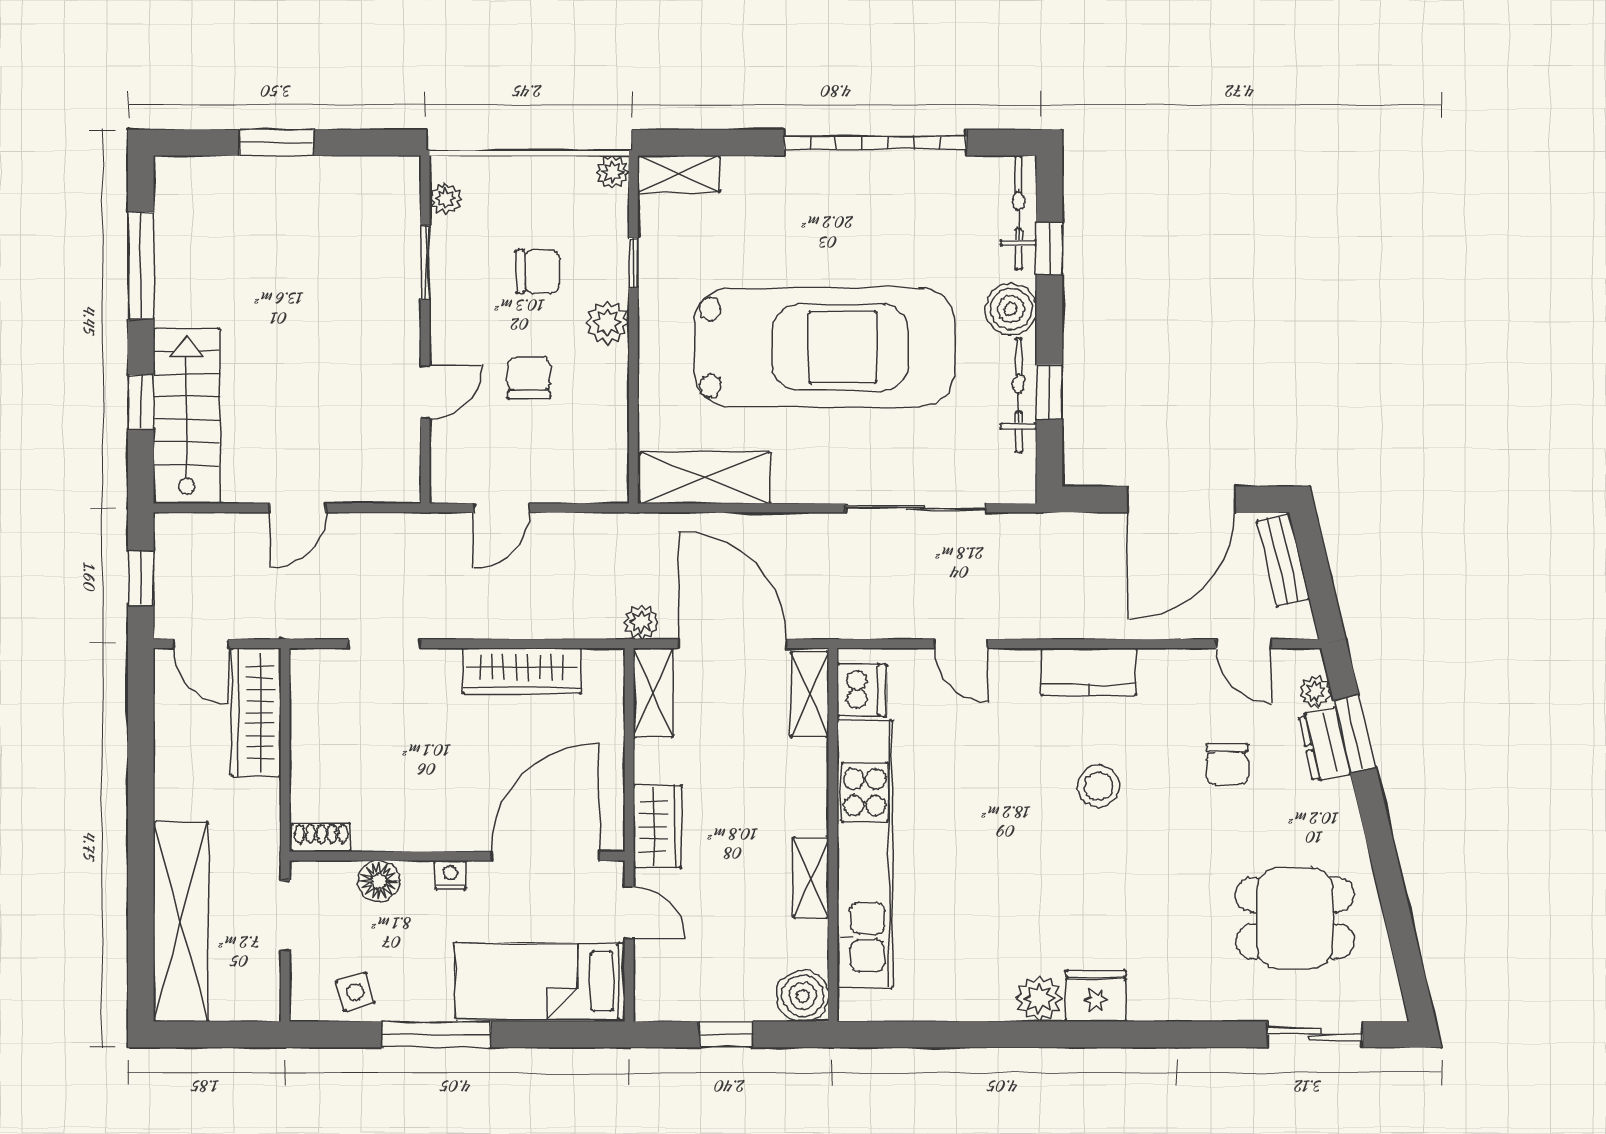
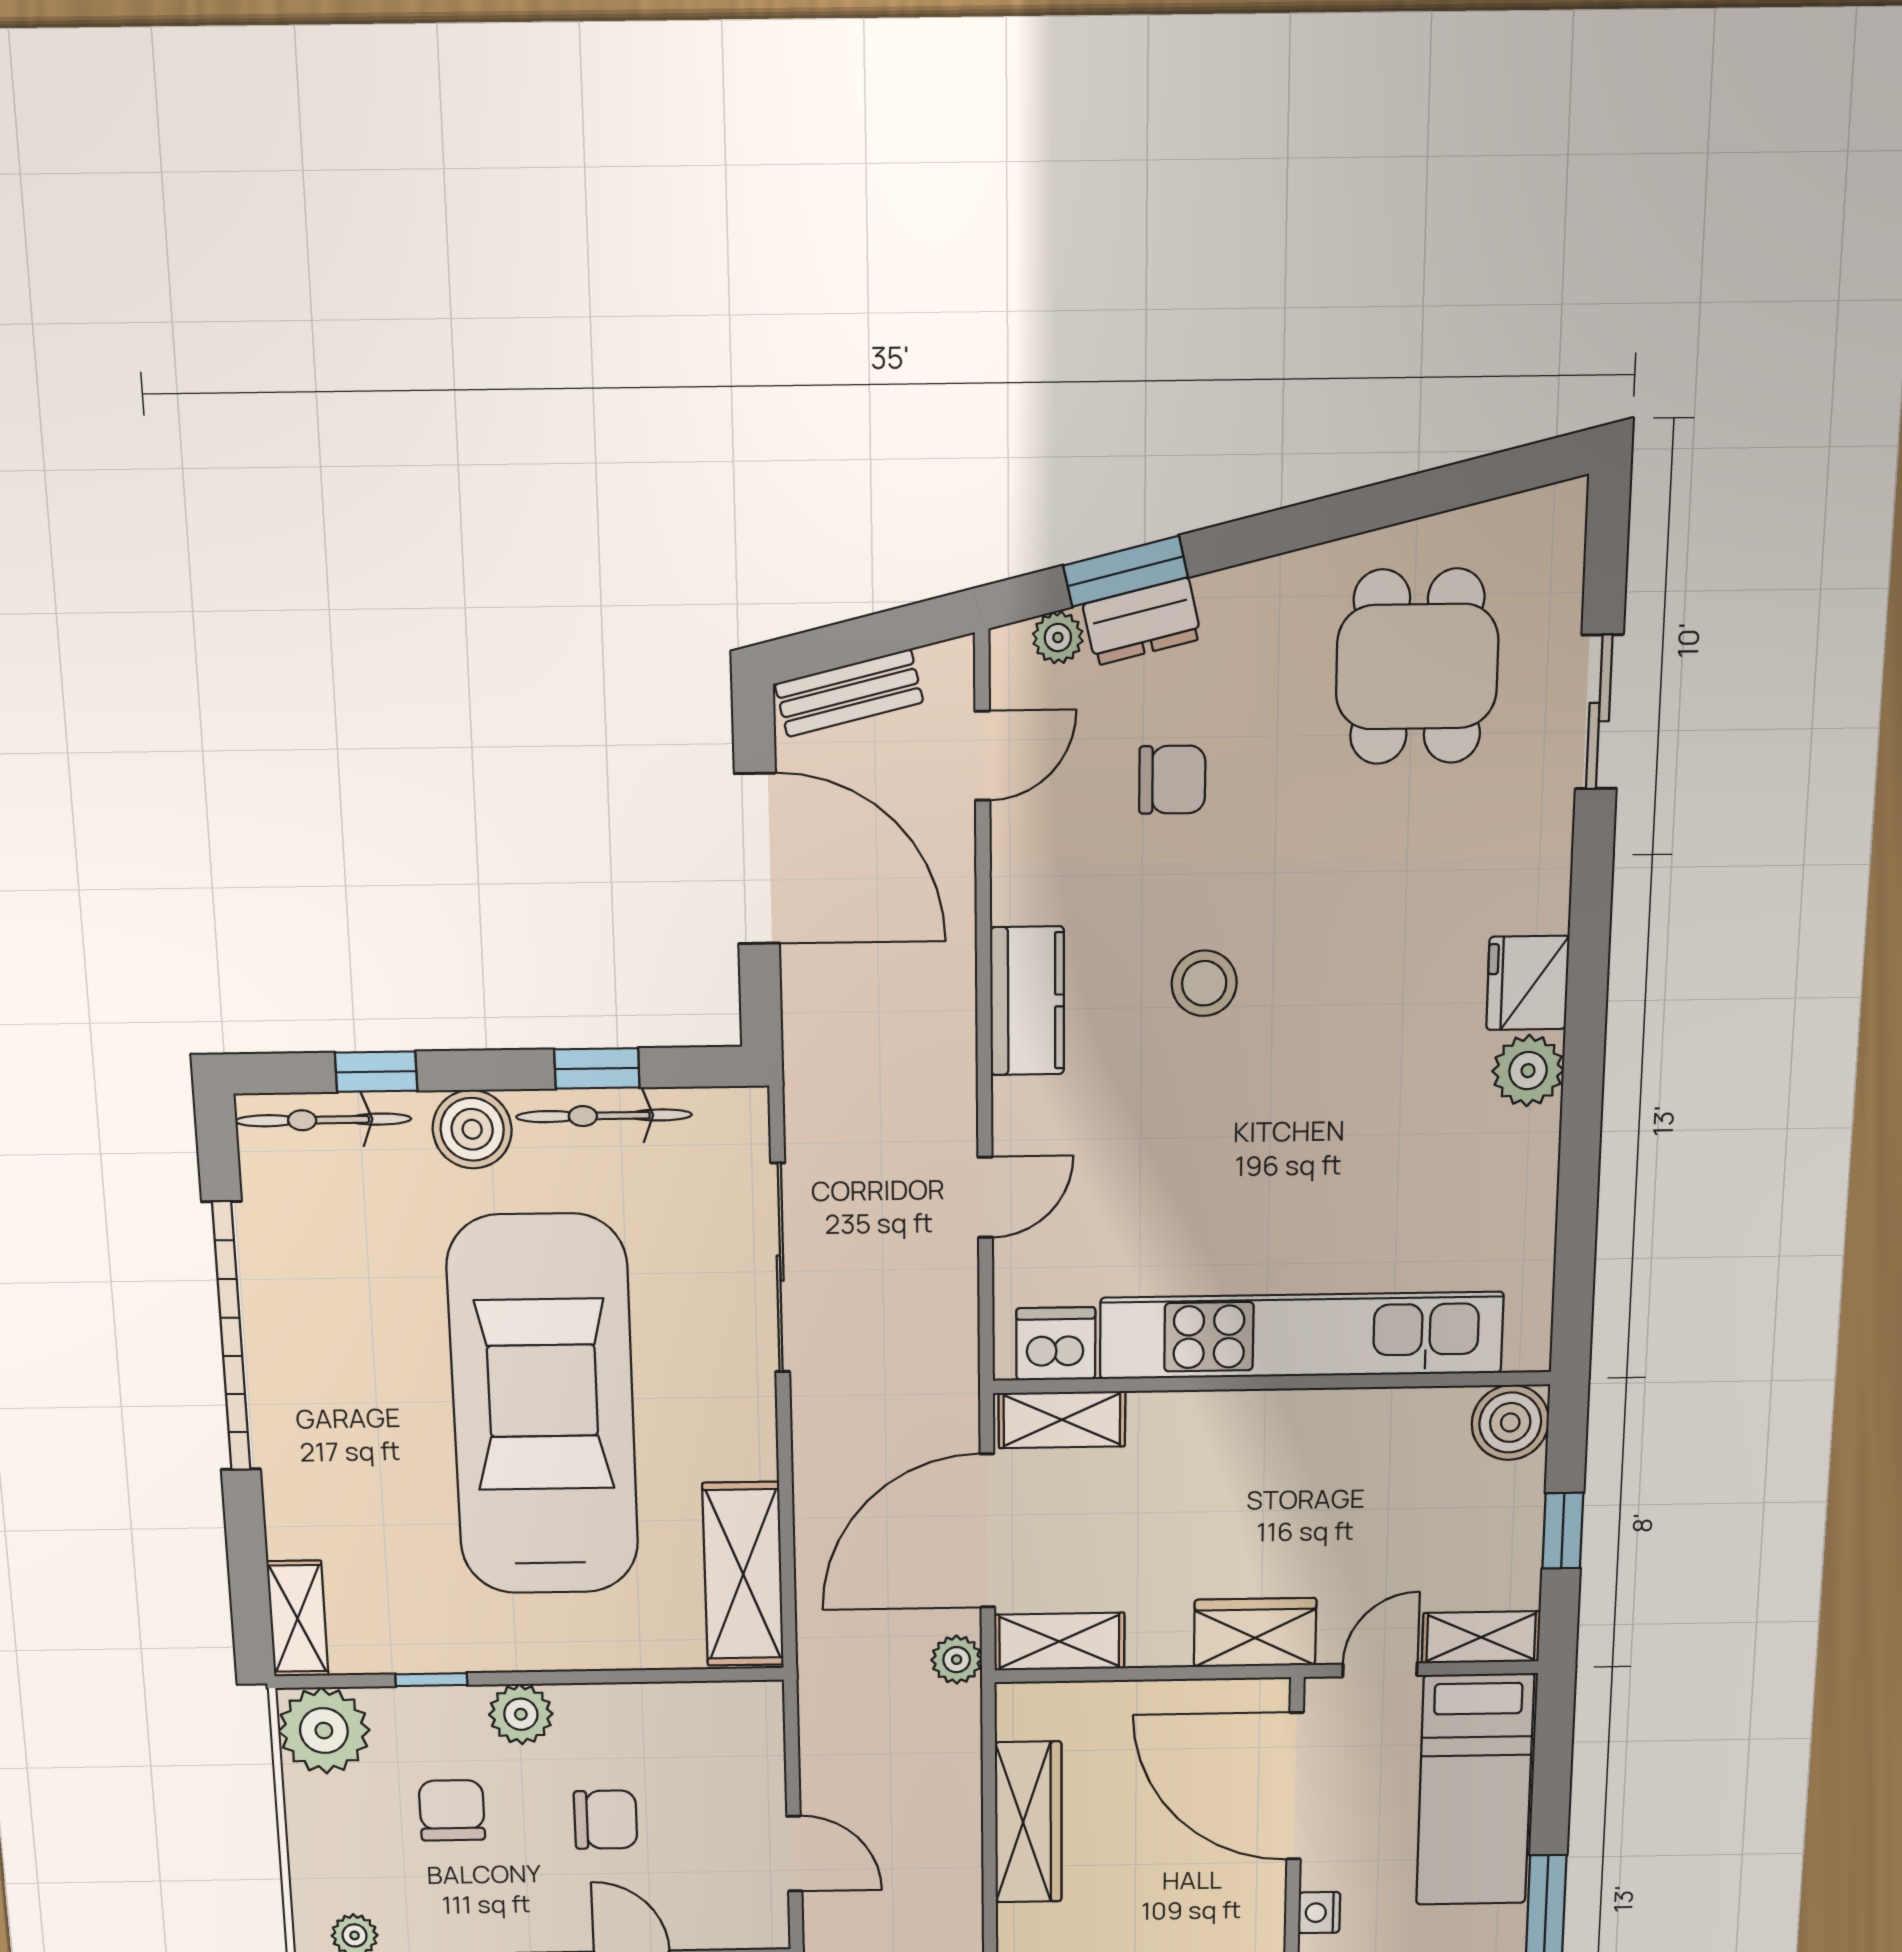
plant: (612, 172) -> (324, 1731), width x1.88, depth x1.88
chair: (529, 378) -> (606, 1820), turned 180
shelving: (811, 877) -> (1481, 1637), moved
sliding door: (1315, 1034) -> (1599, 712), moved

